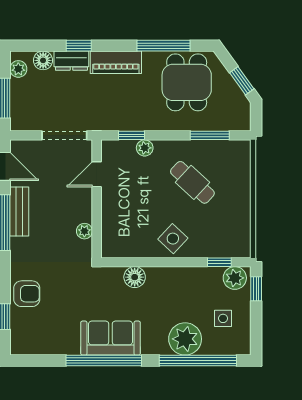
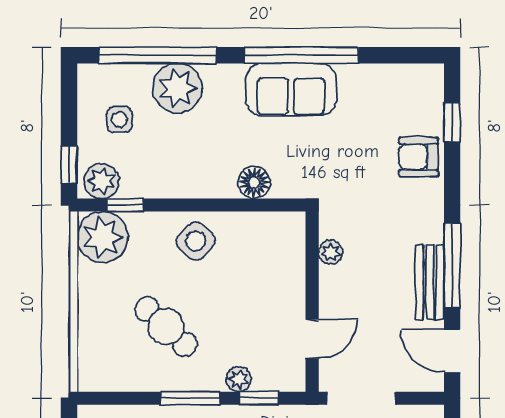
window: (210, 135) -> (190, 398), moved
plant: (234, 241) -> (103, 237), added

